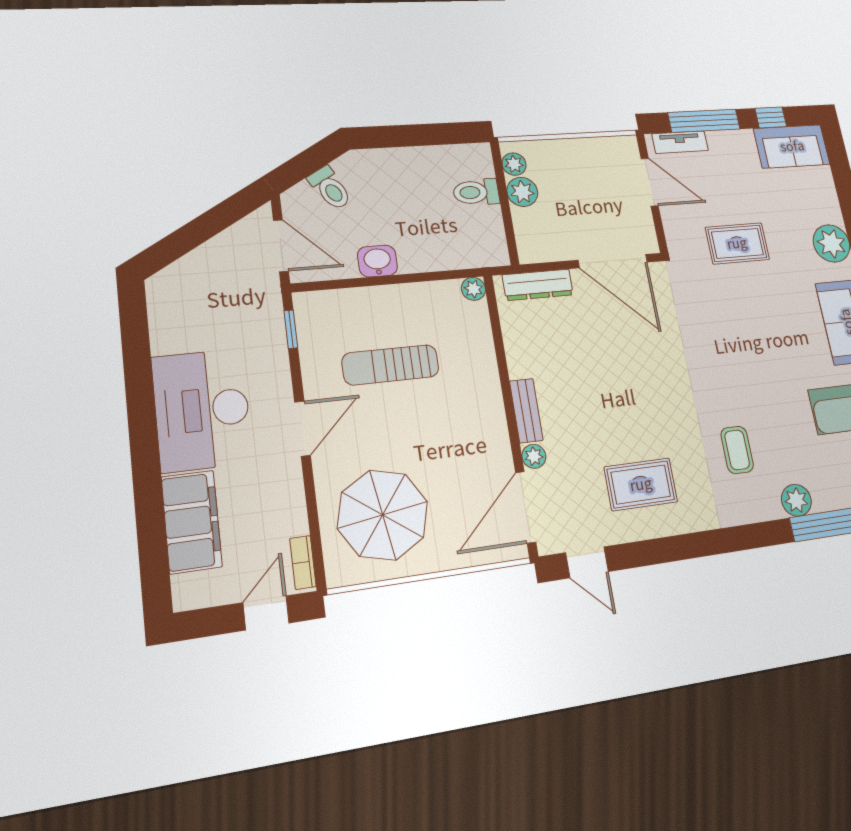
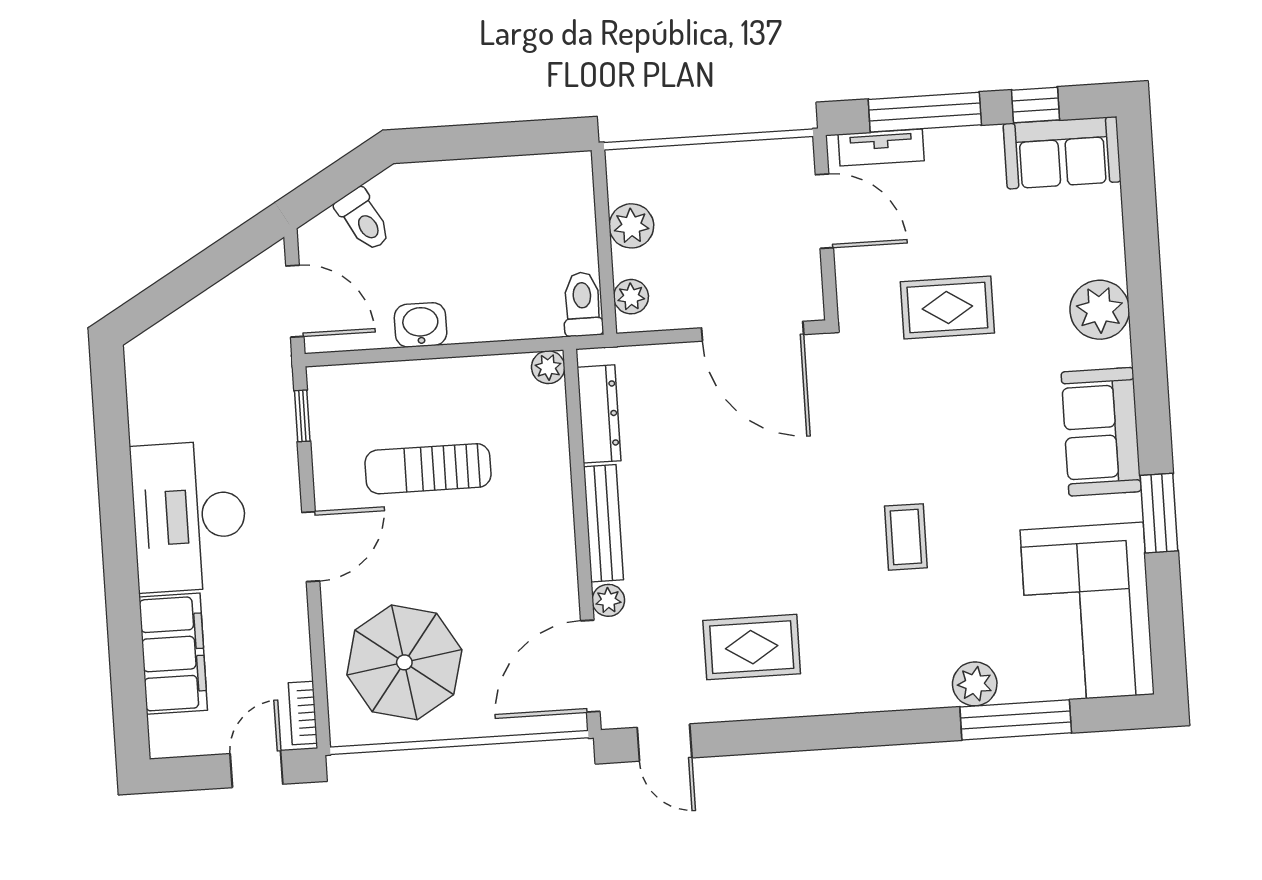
plant: (514, 164) -> (631, 297), moved
toilet: (476, 192) -> (583, 304), moved, turned 90
dresser: (538, 285) -> (599, 414), moved, turned -90
bench: (526, 411) -> (603, 523), width x1.36
coffee table: (737, 450) -> (906, 537), moved

